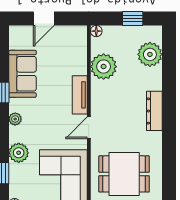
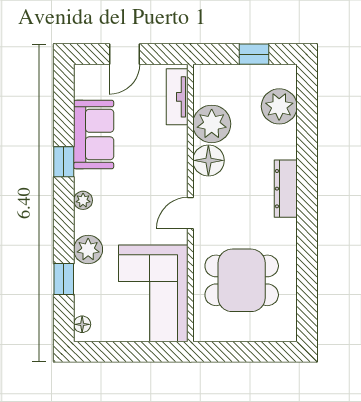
floor lamp: (96, 31) -> (208, 160), moved, width x1.89, depth x1.89
tv unit: (80, 95) -> (177, 97), moved

